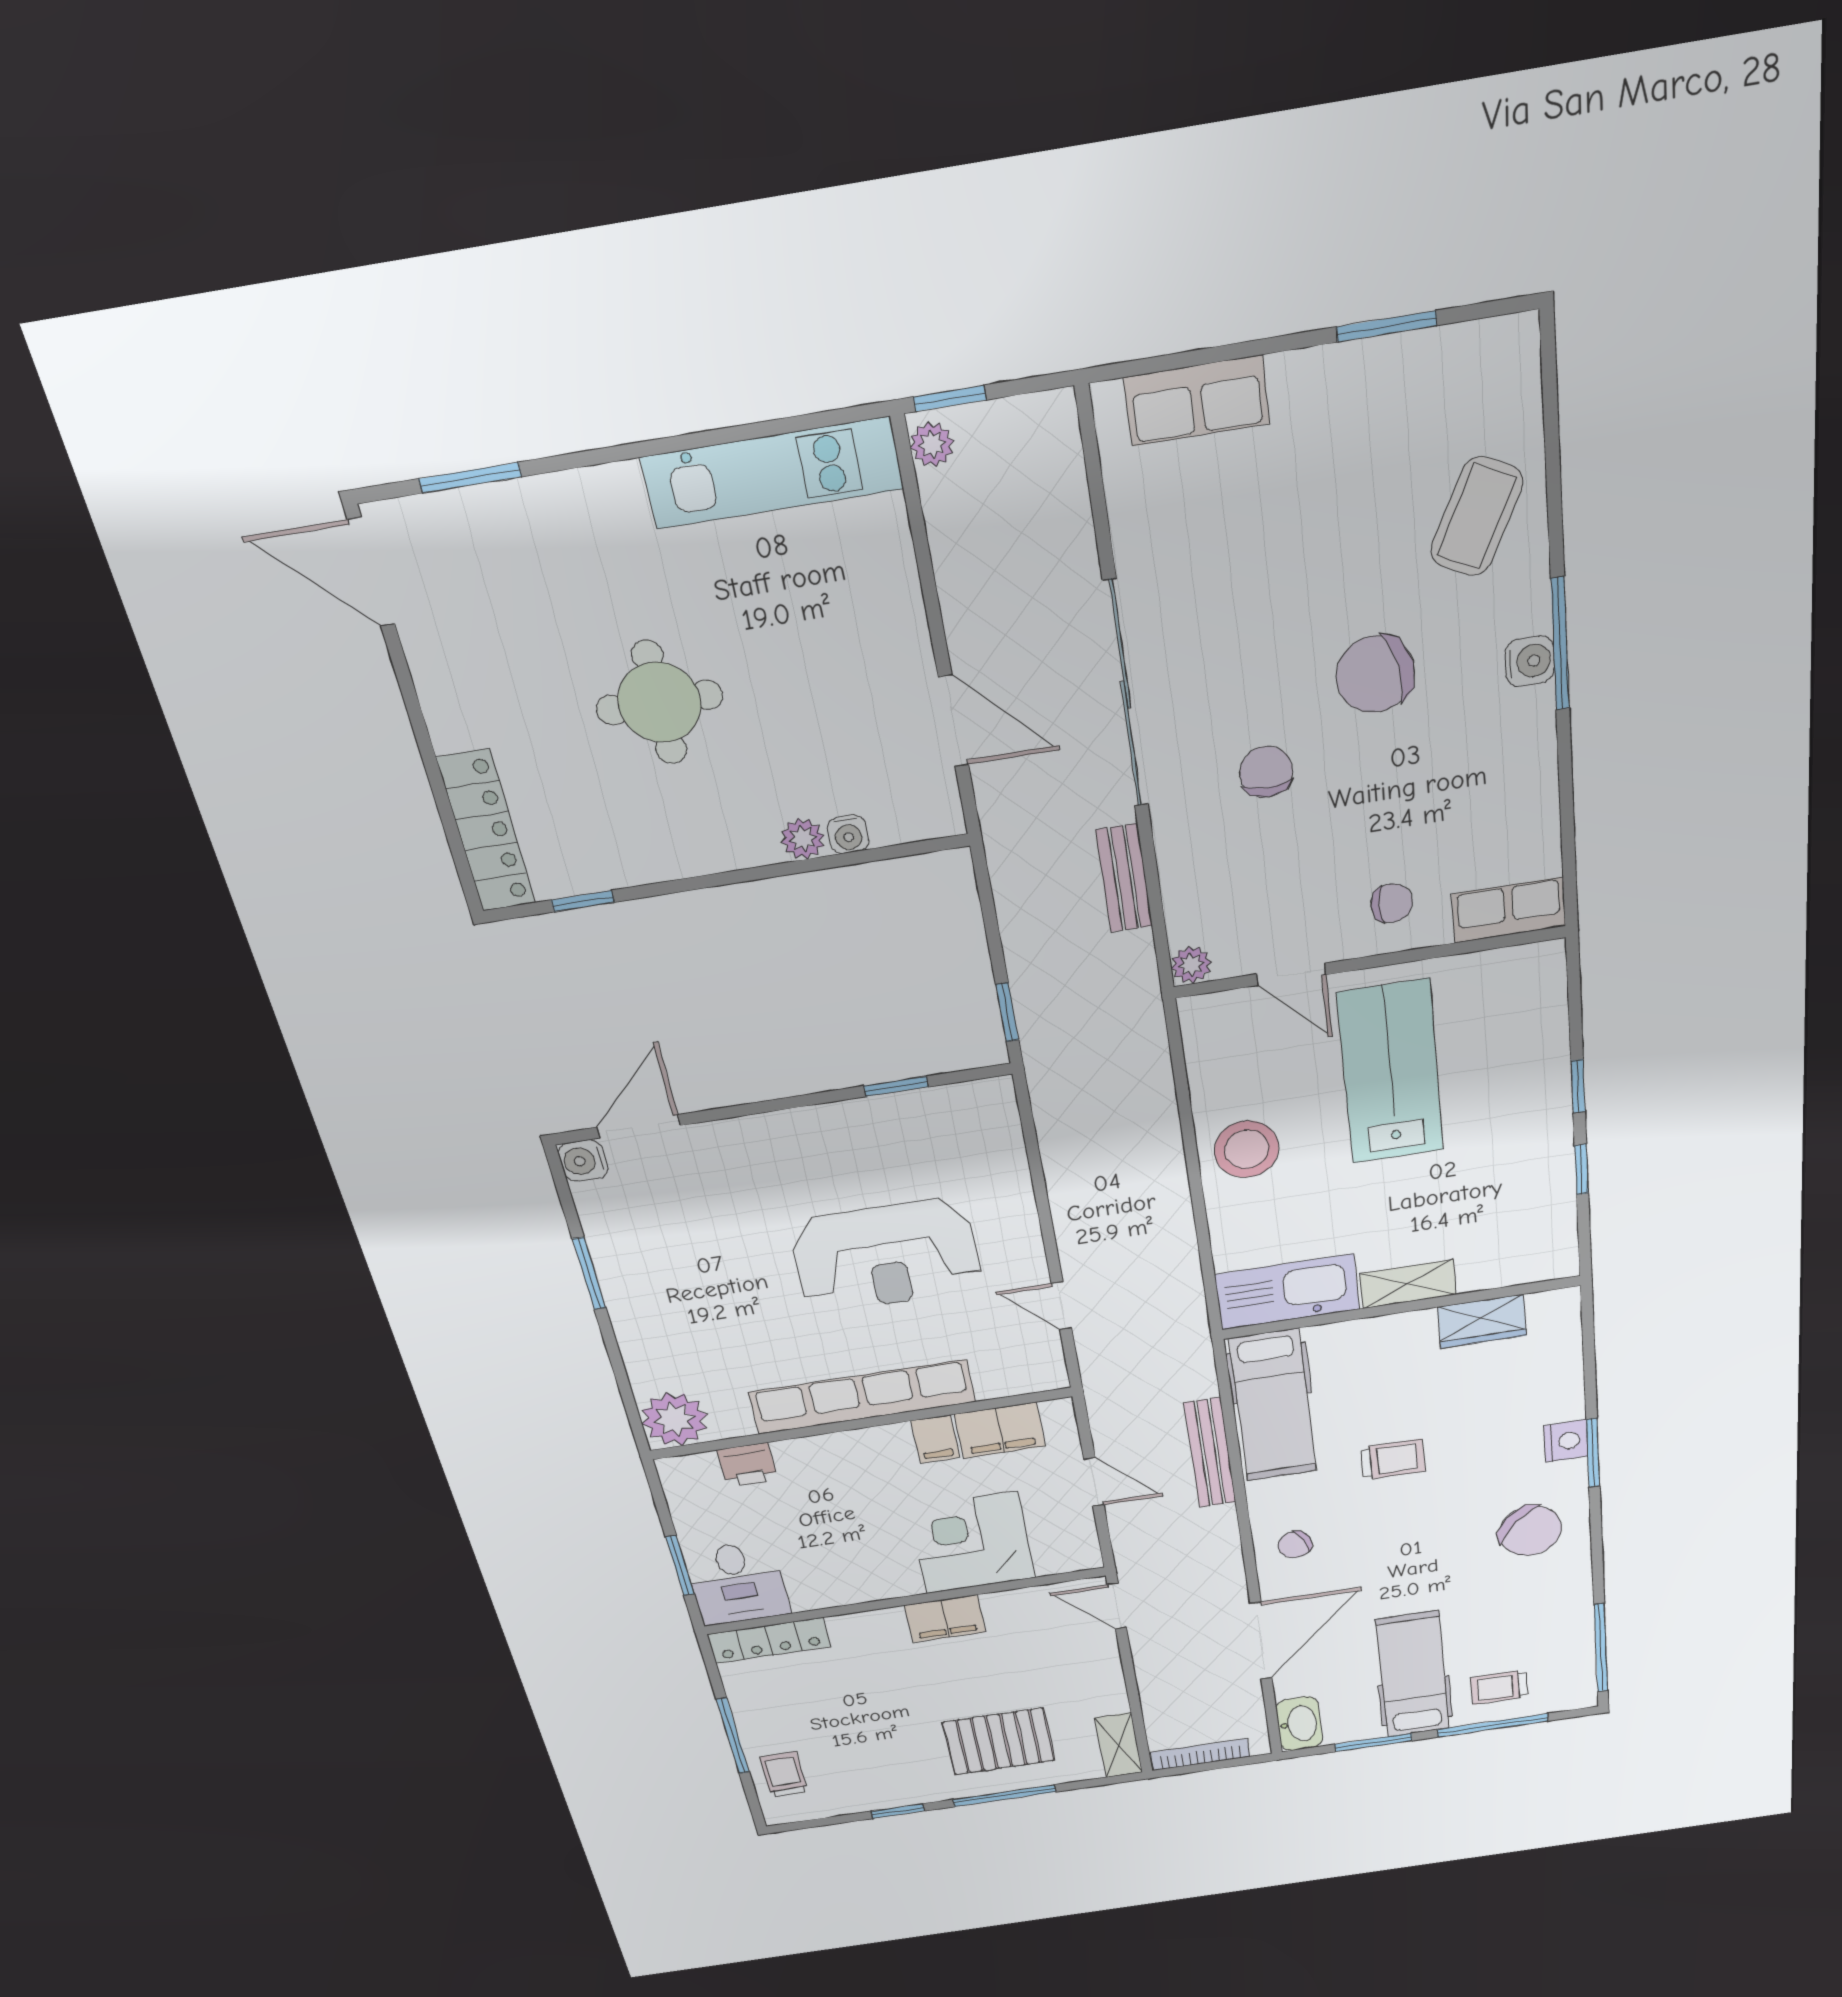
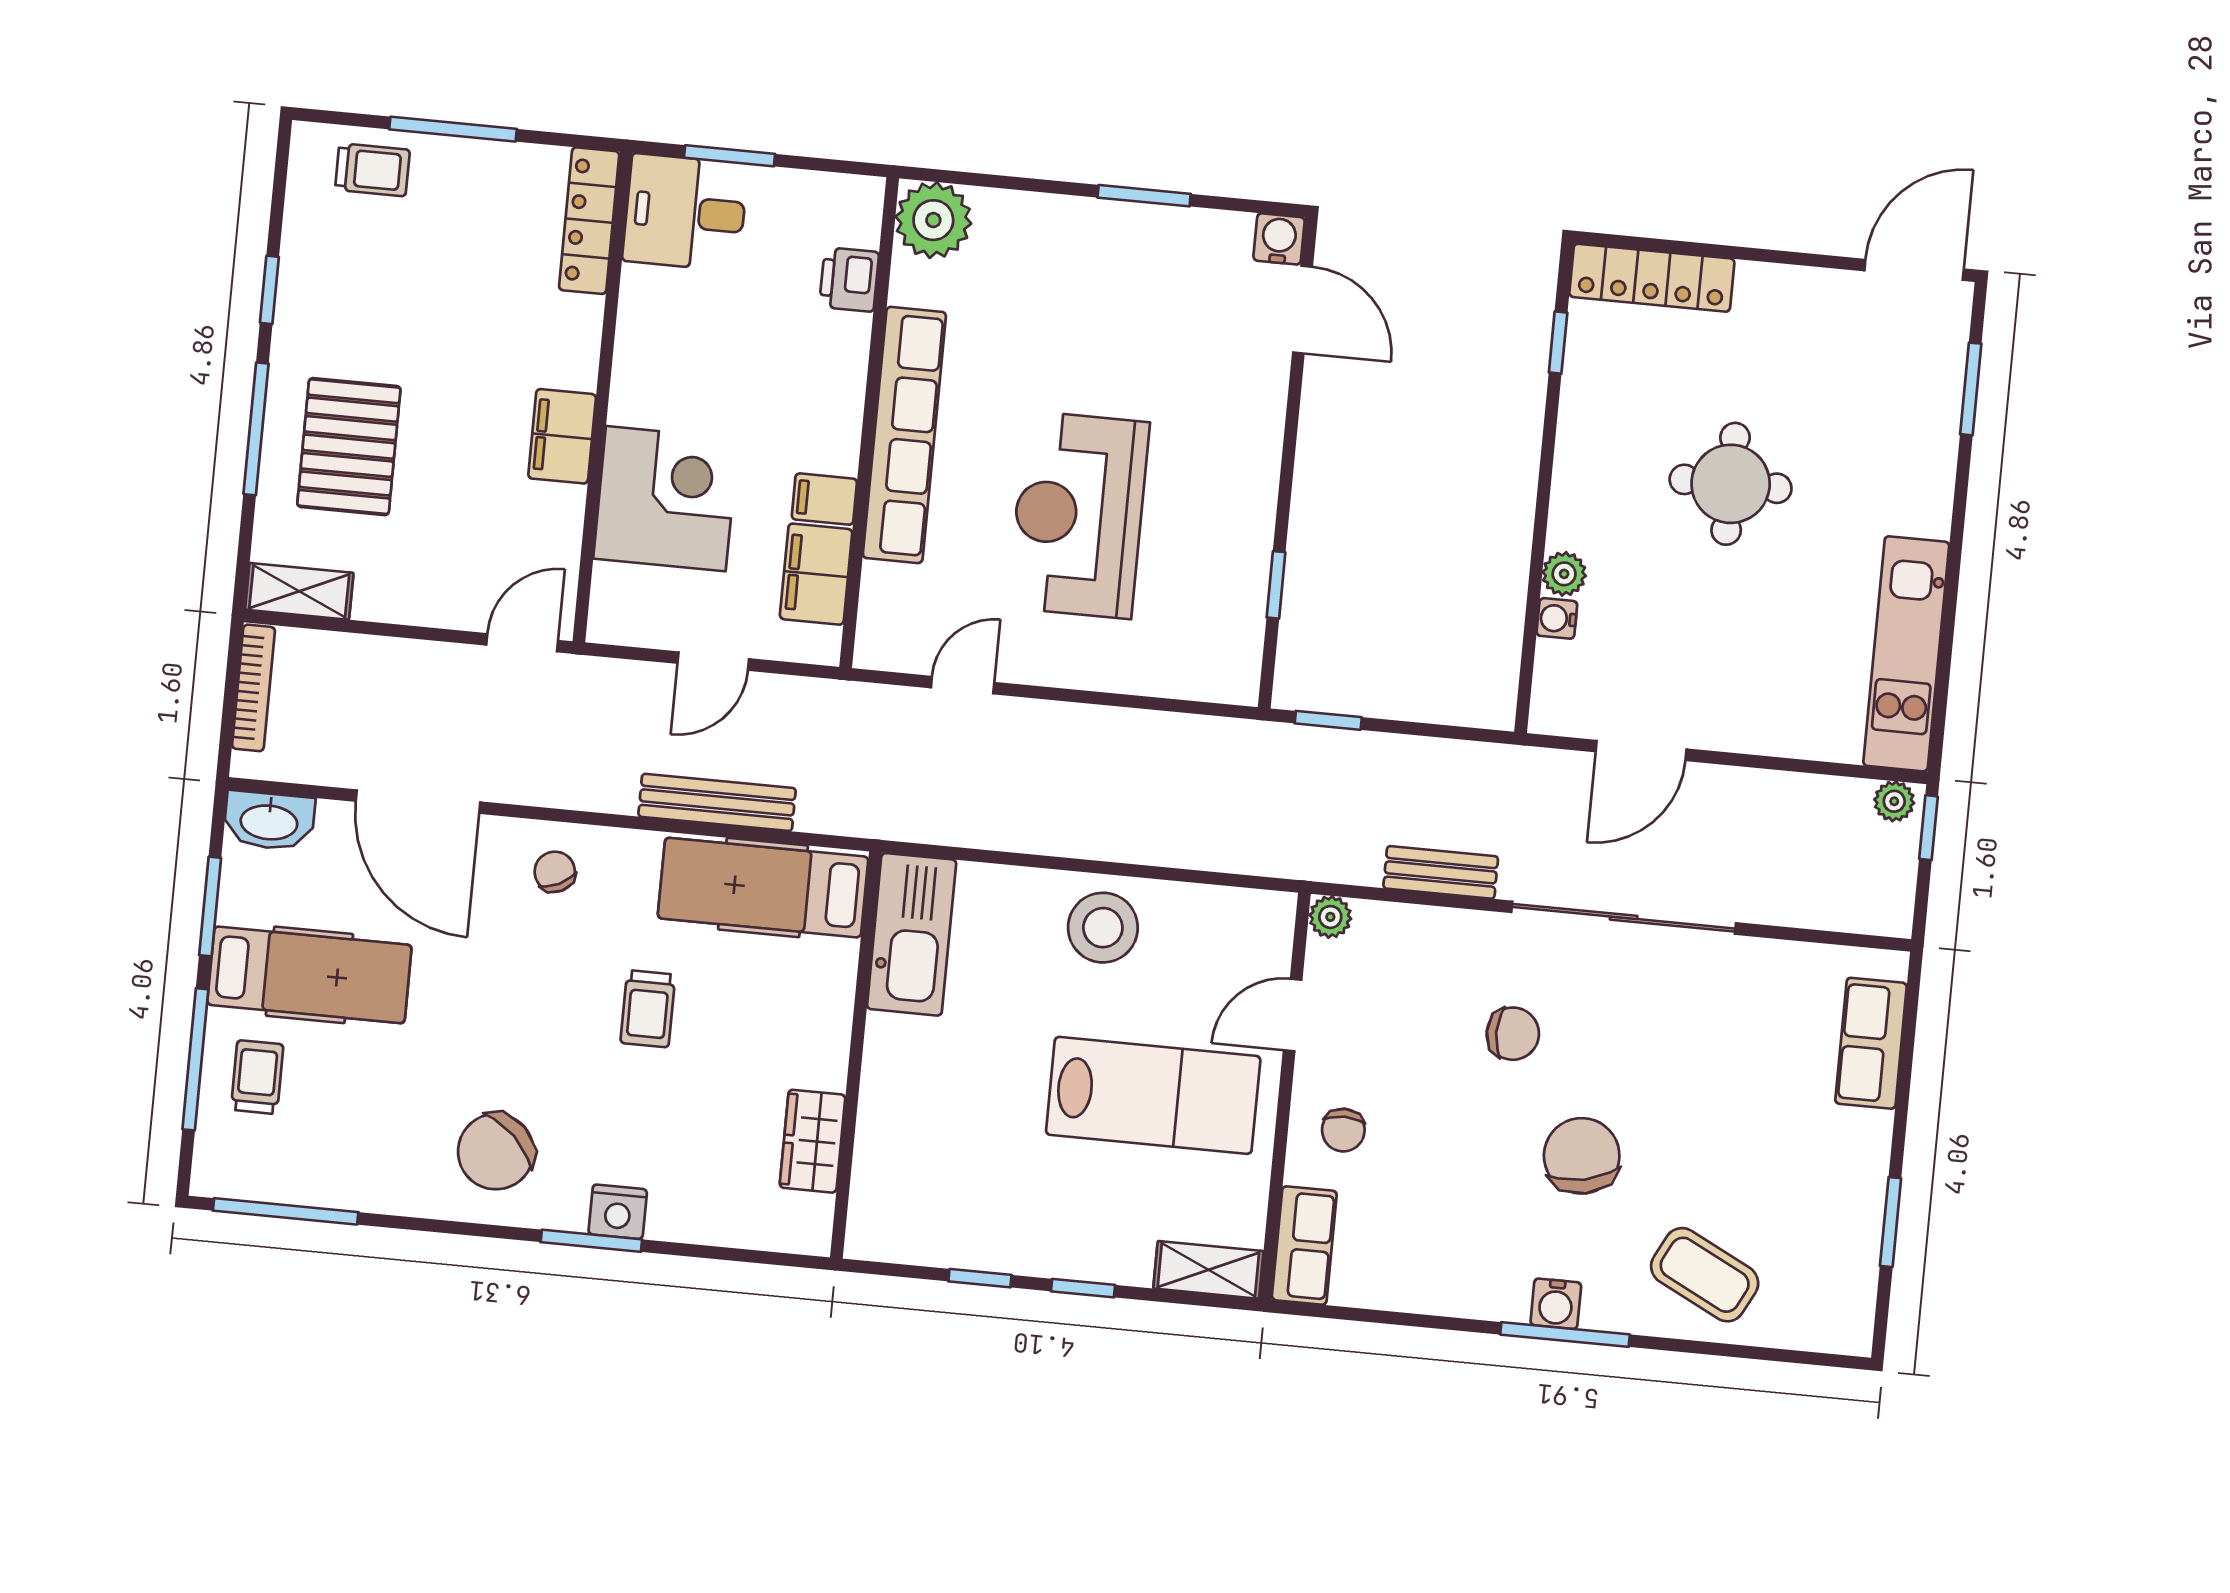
shelving: (1408, 1284) -> (1208, 1270), moved, turned 90

